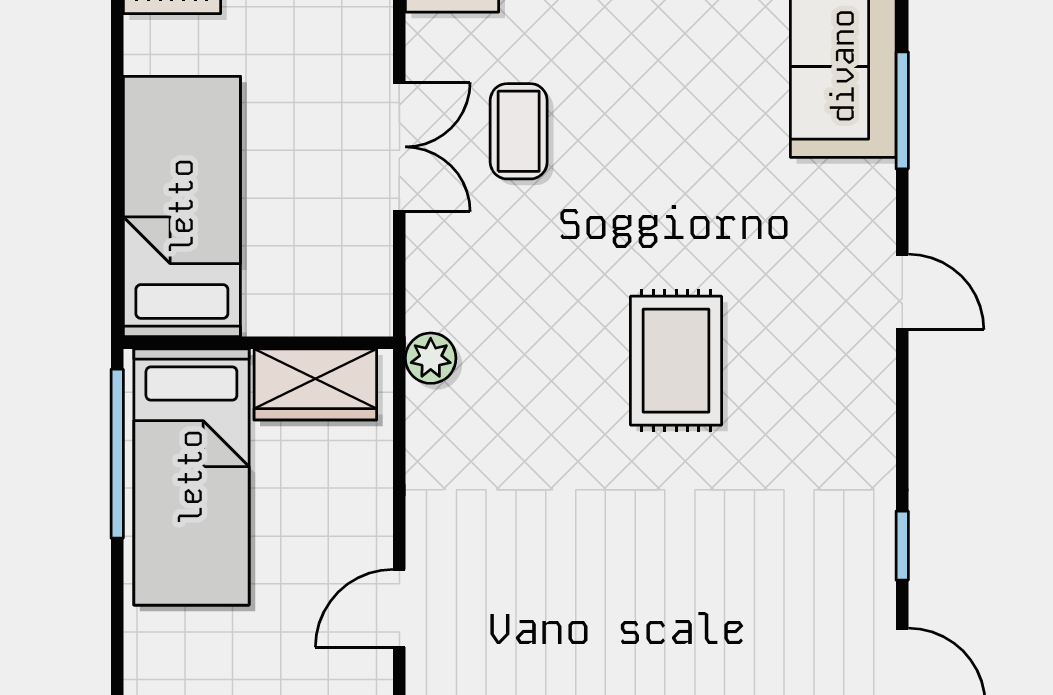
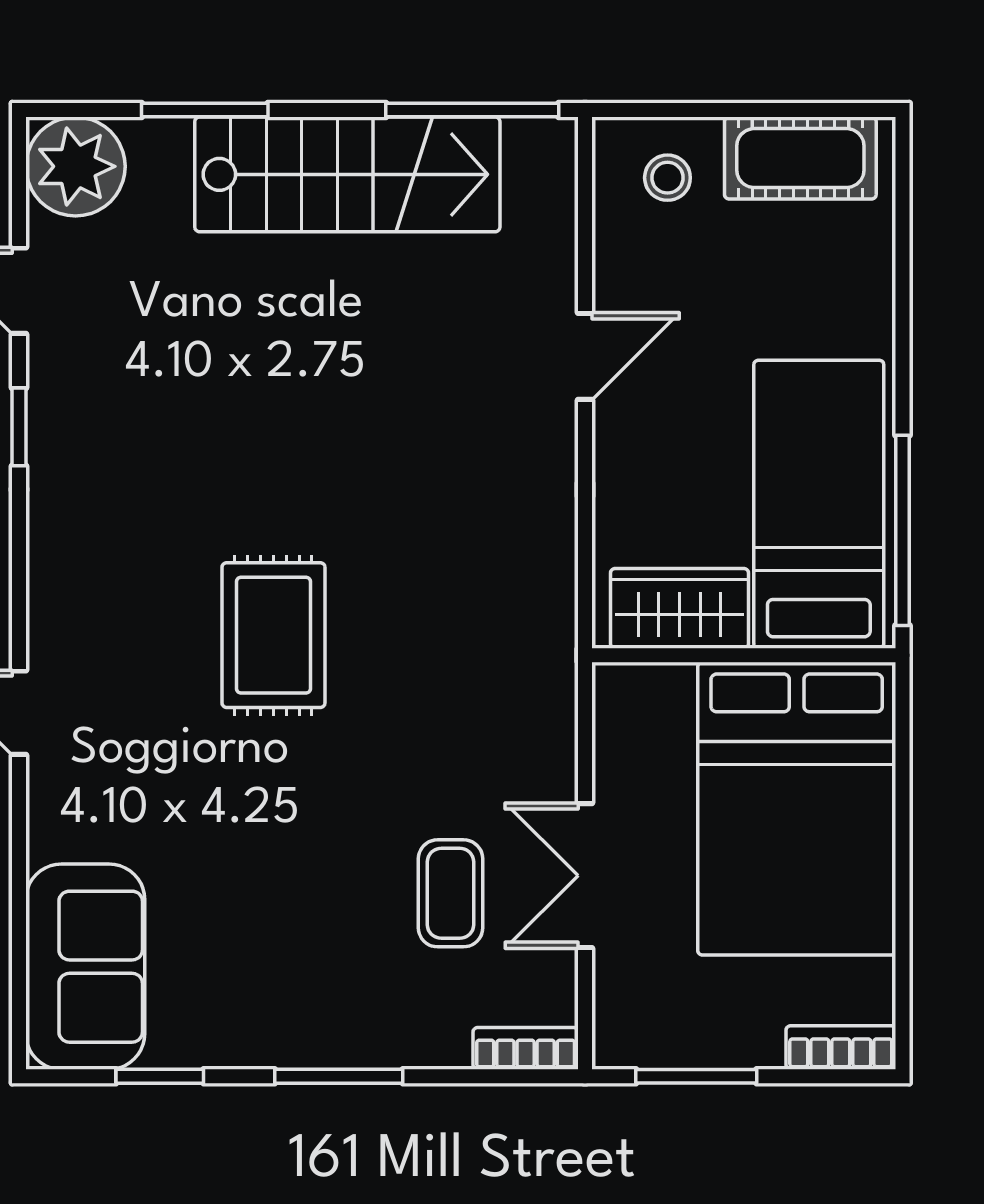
window: (902, 110) -> (19, 917), removed
bed: (182, 206) -> (797, 809), width x1.50
plant: (431, 358) -> (550, 638), removed

